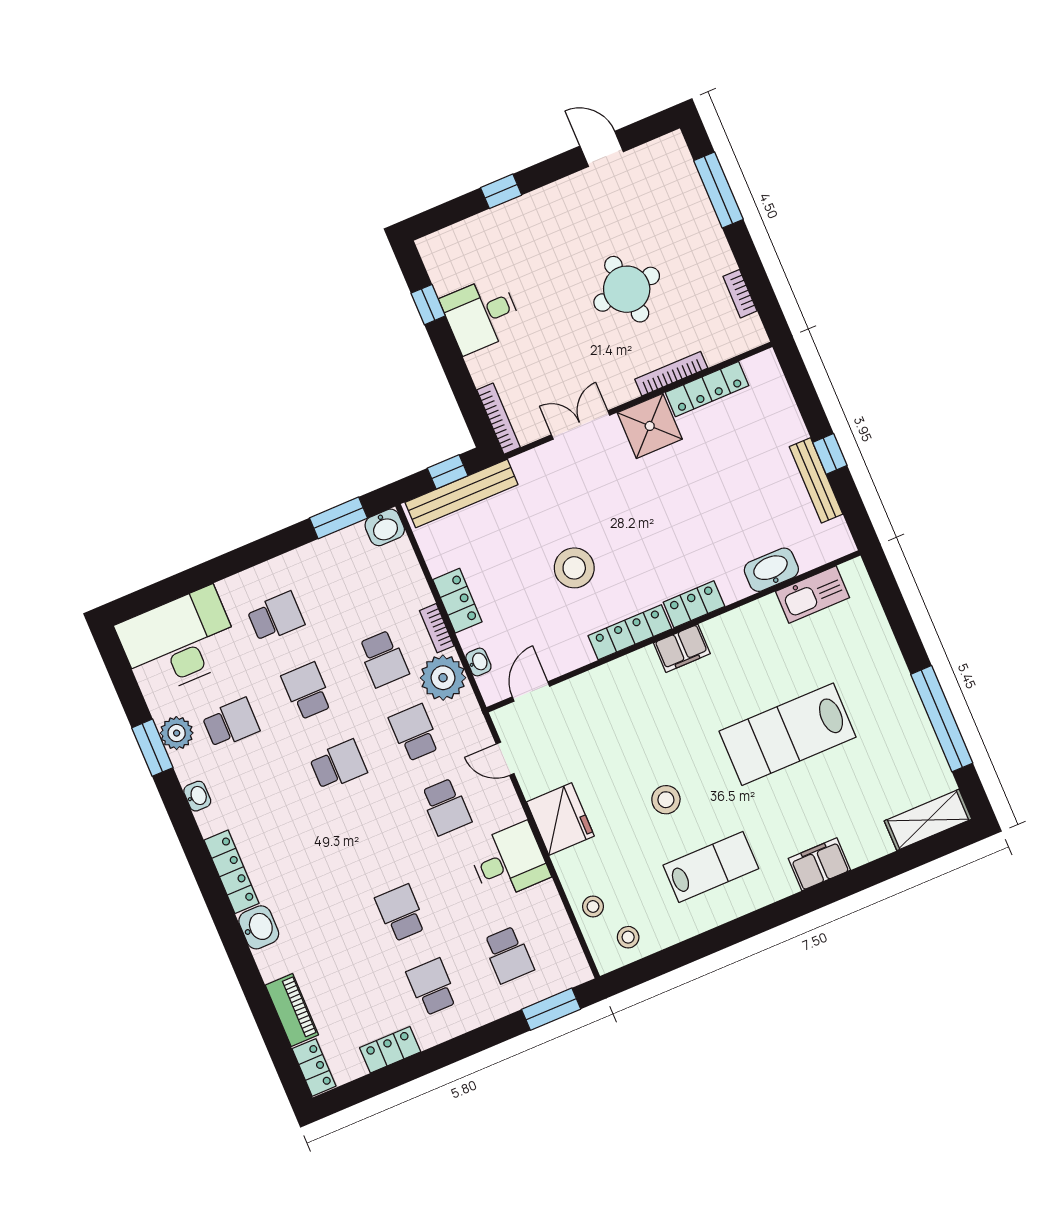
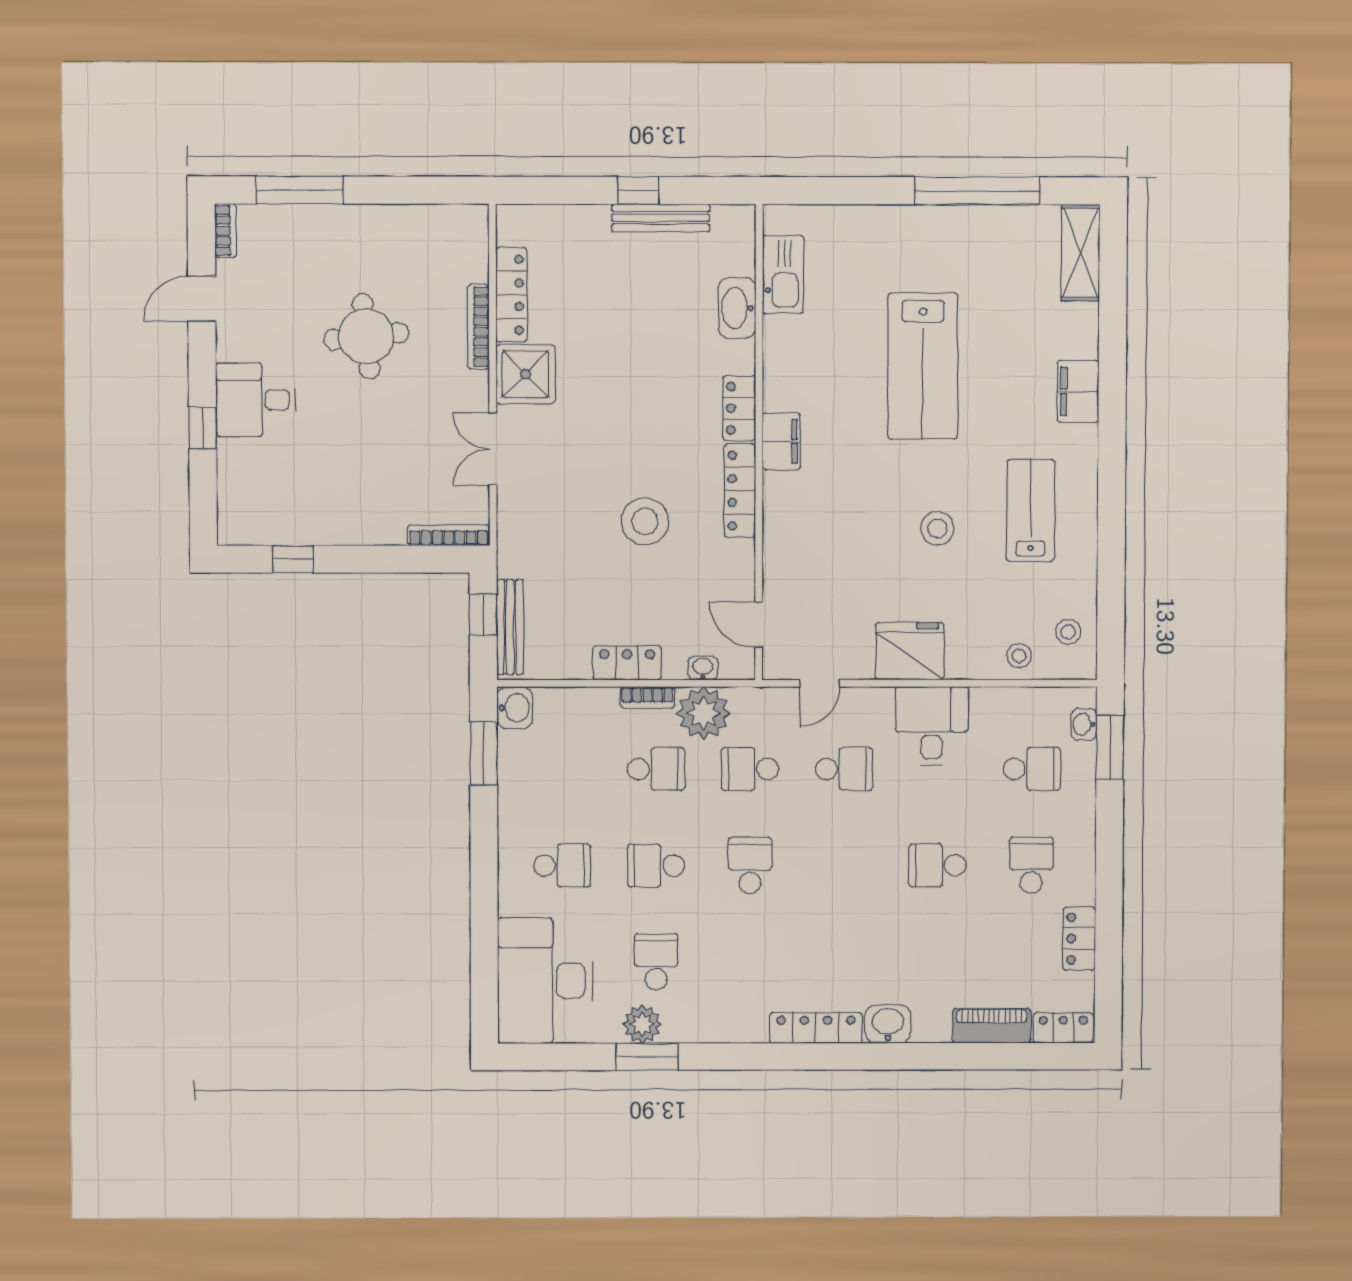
bookcase: (740, 294) -> (226, 231), moved, turned -90
desk: (481, 315) -> (256, 400), moved, turned 90
bench: (461, 493) -> (510, 627), width x0.73, depth x0.82
school desk: (276, 617) -> (562, 866), turned 90
washbasin: (197, 796) -> (1084, 724), moved, turned -90
school desk: (432, 987) -> (1031, 865), turned 90

